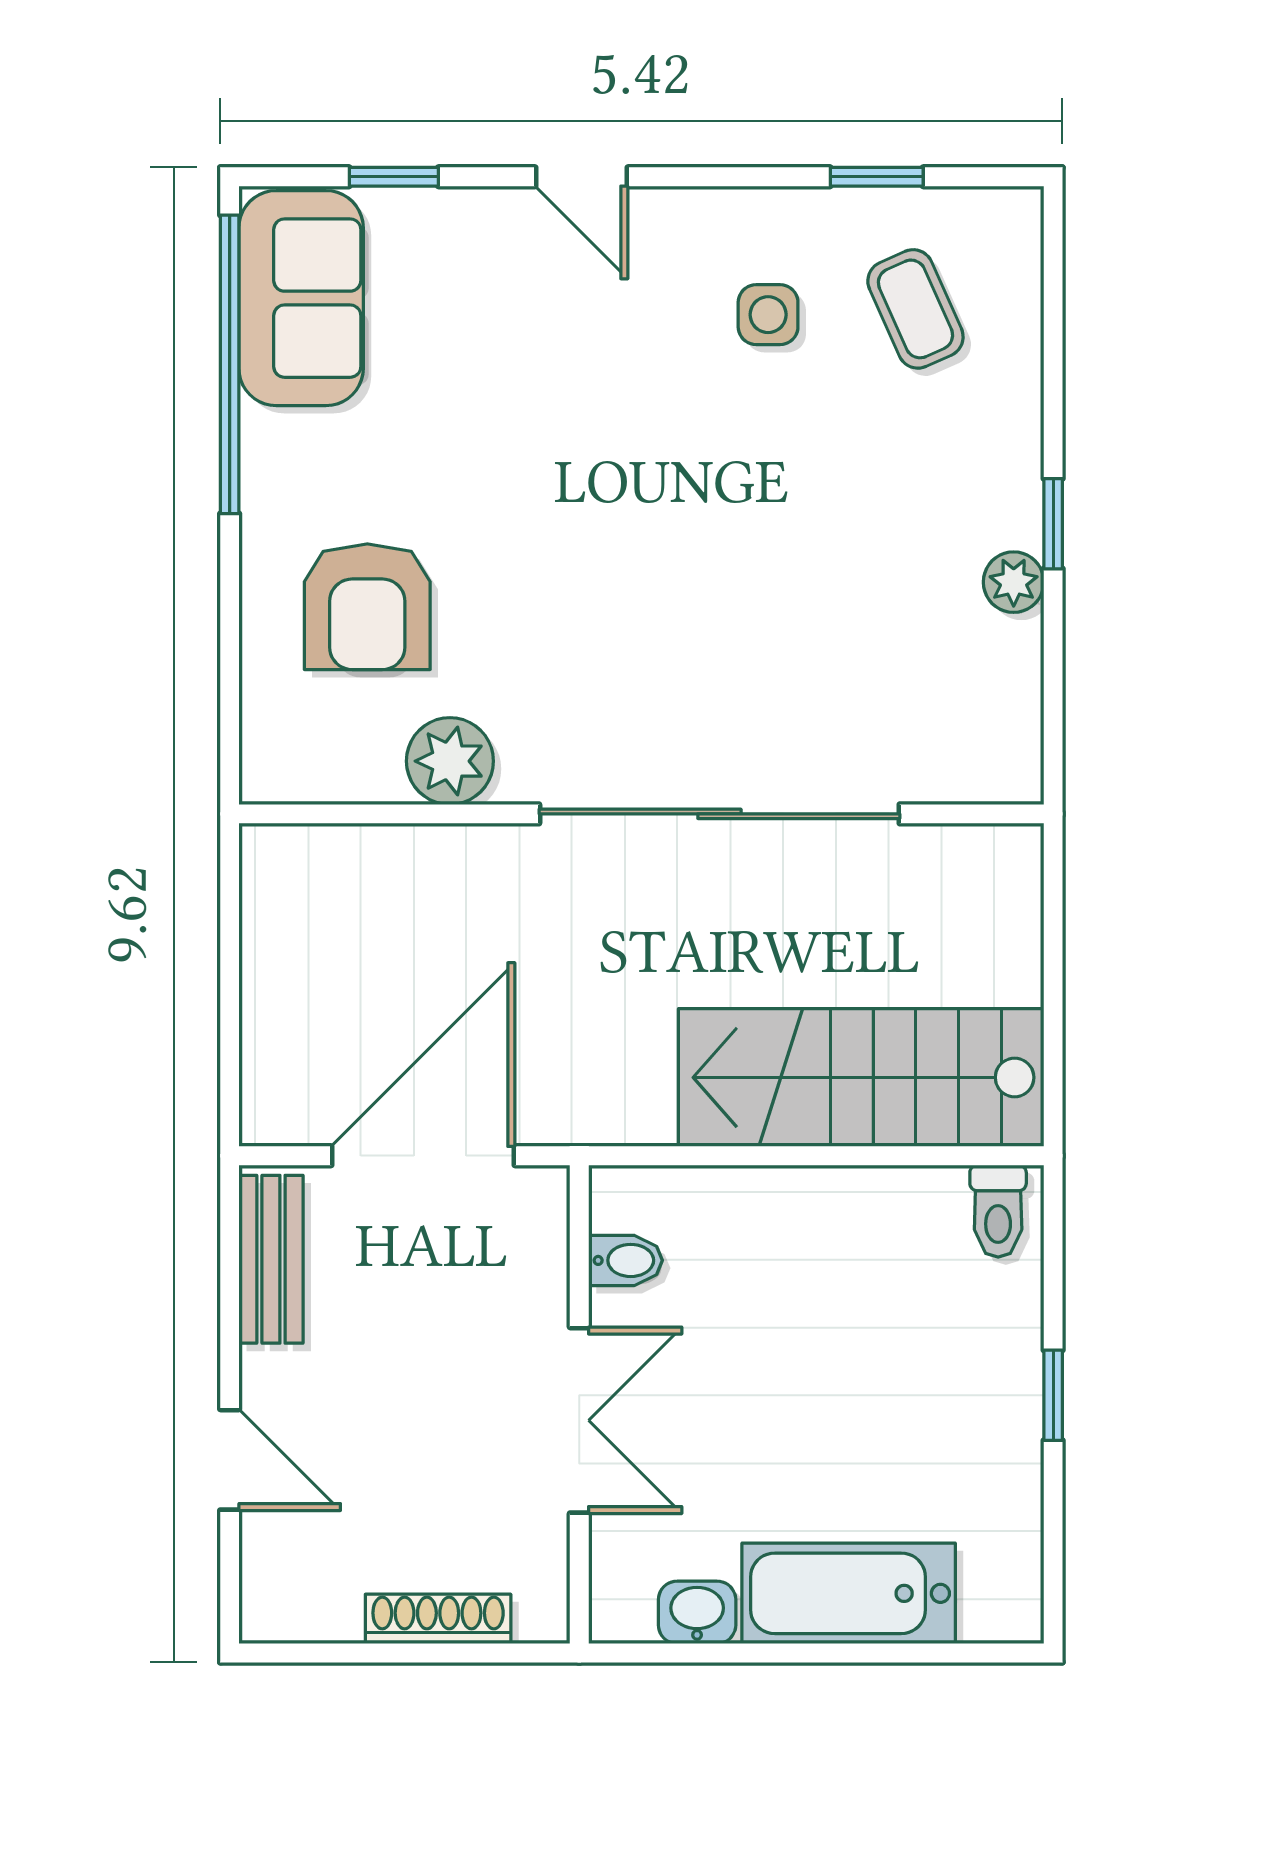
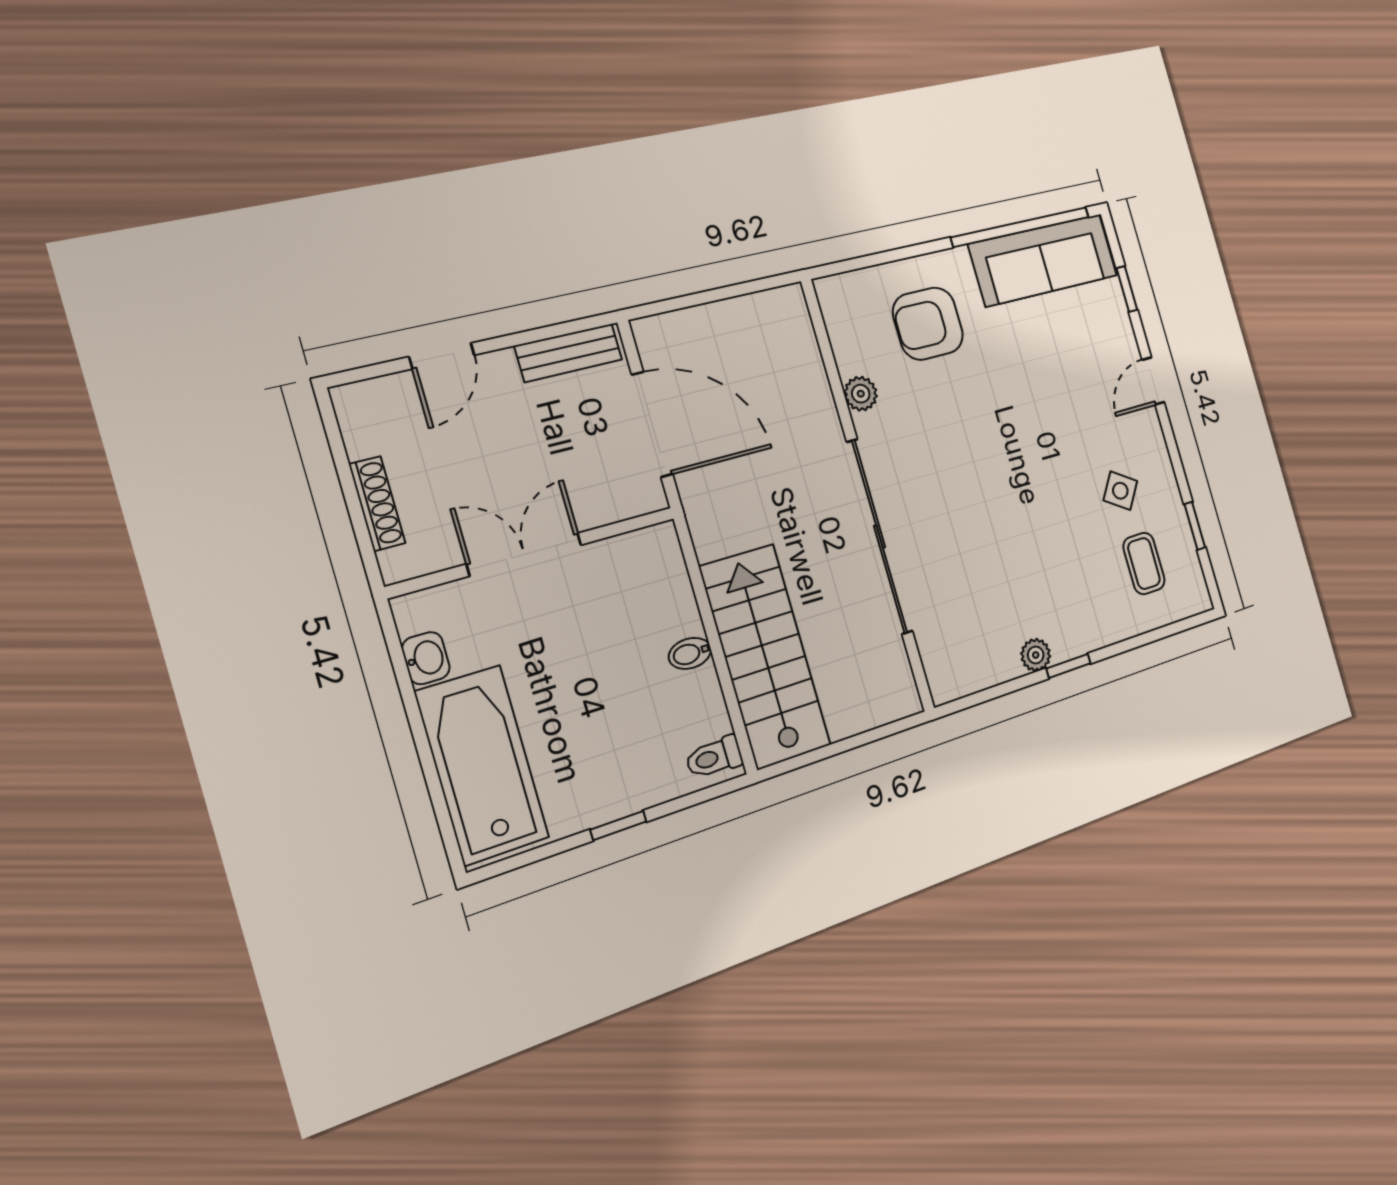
sofa: (301, 298) -> (1043, 260), width x1.36
coffee table: (915, 309) -> (1144, 563), turned -66
side table: (768, 315) -> (1120, 491), turned 33
plant: (450, 761) -> (861, 394), width x0.73, depth x0.73
bidet: (626, 1260) -> (690, 653), moved, turned 90
double door: (579, 1420) -> (524, 554), swing flipped
bathtub: (849, 1593) -> (482, 765), width x1.36, depth x1.36

